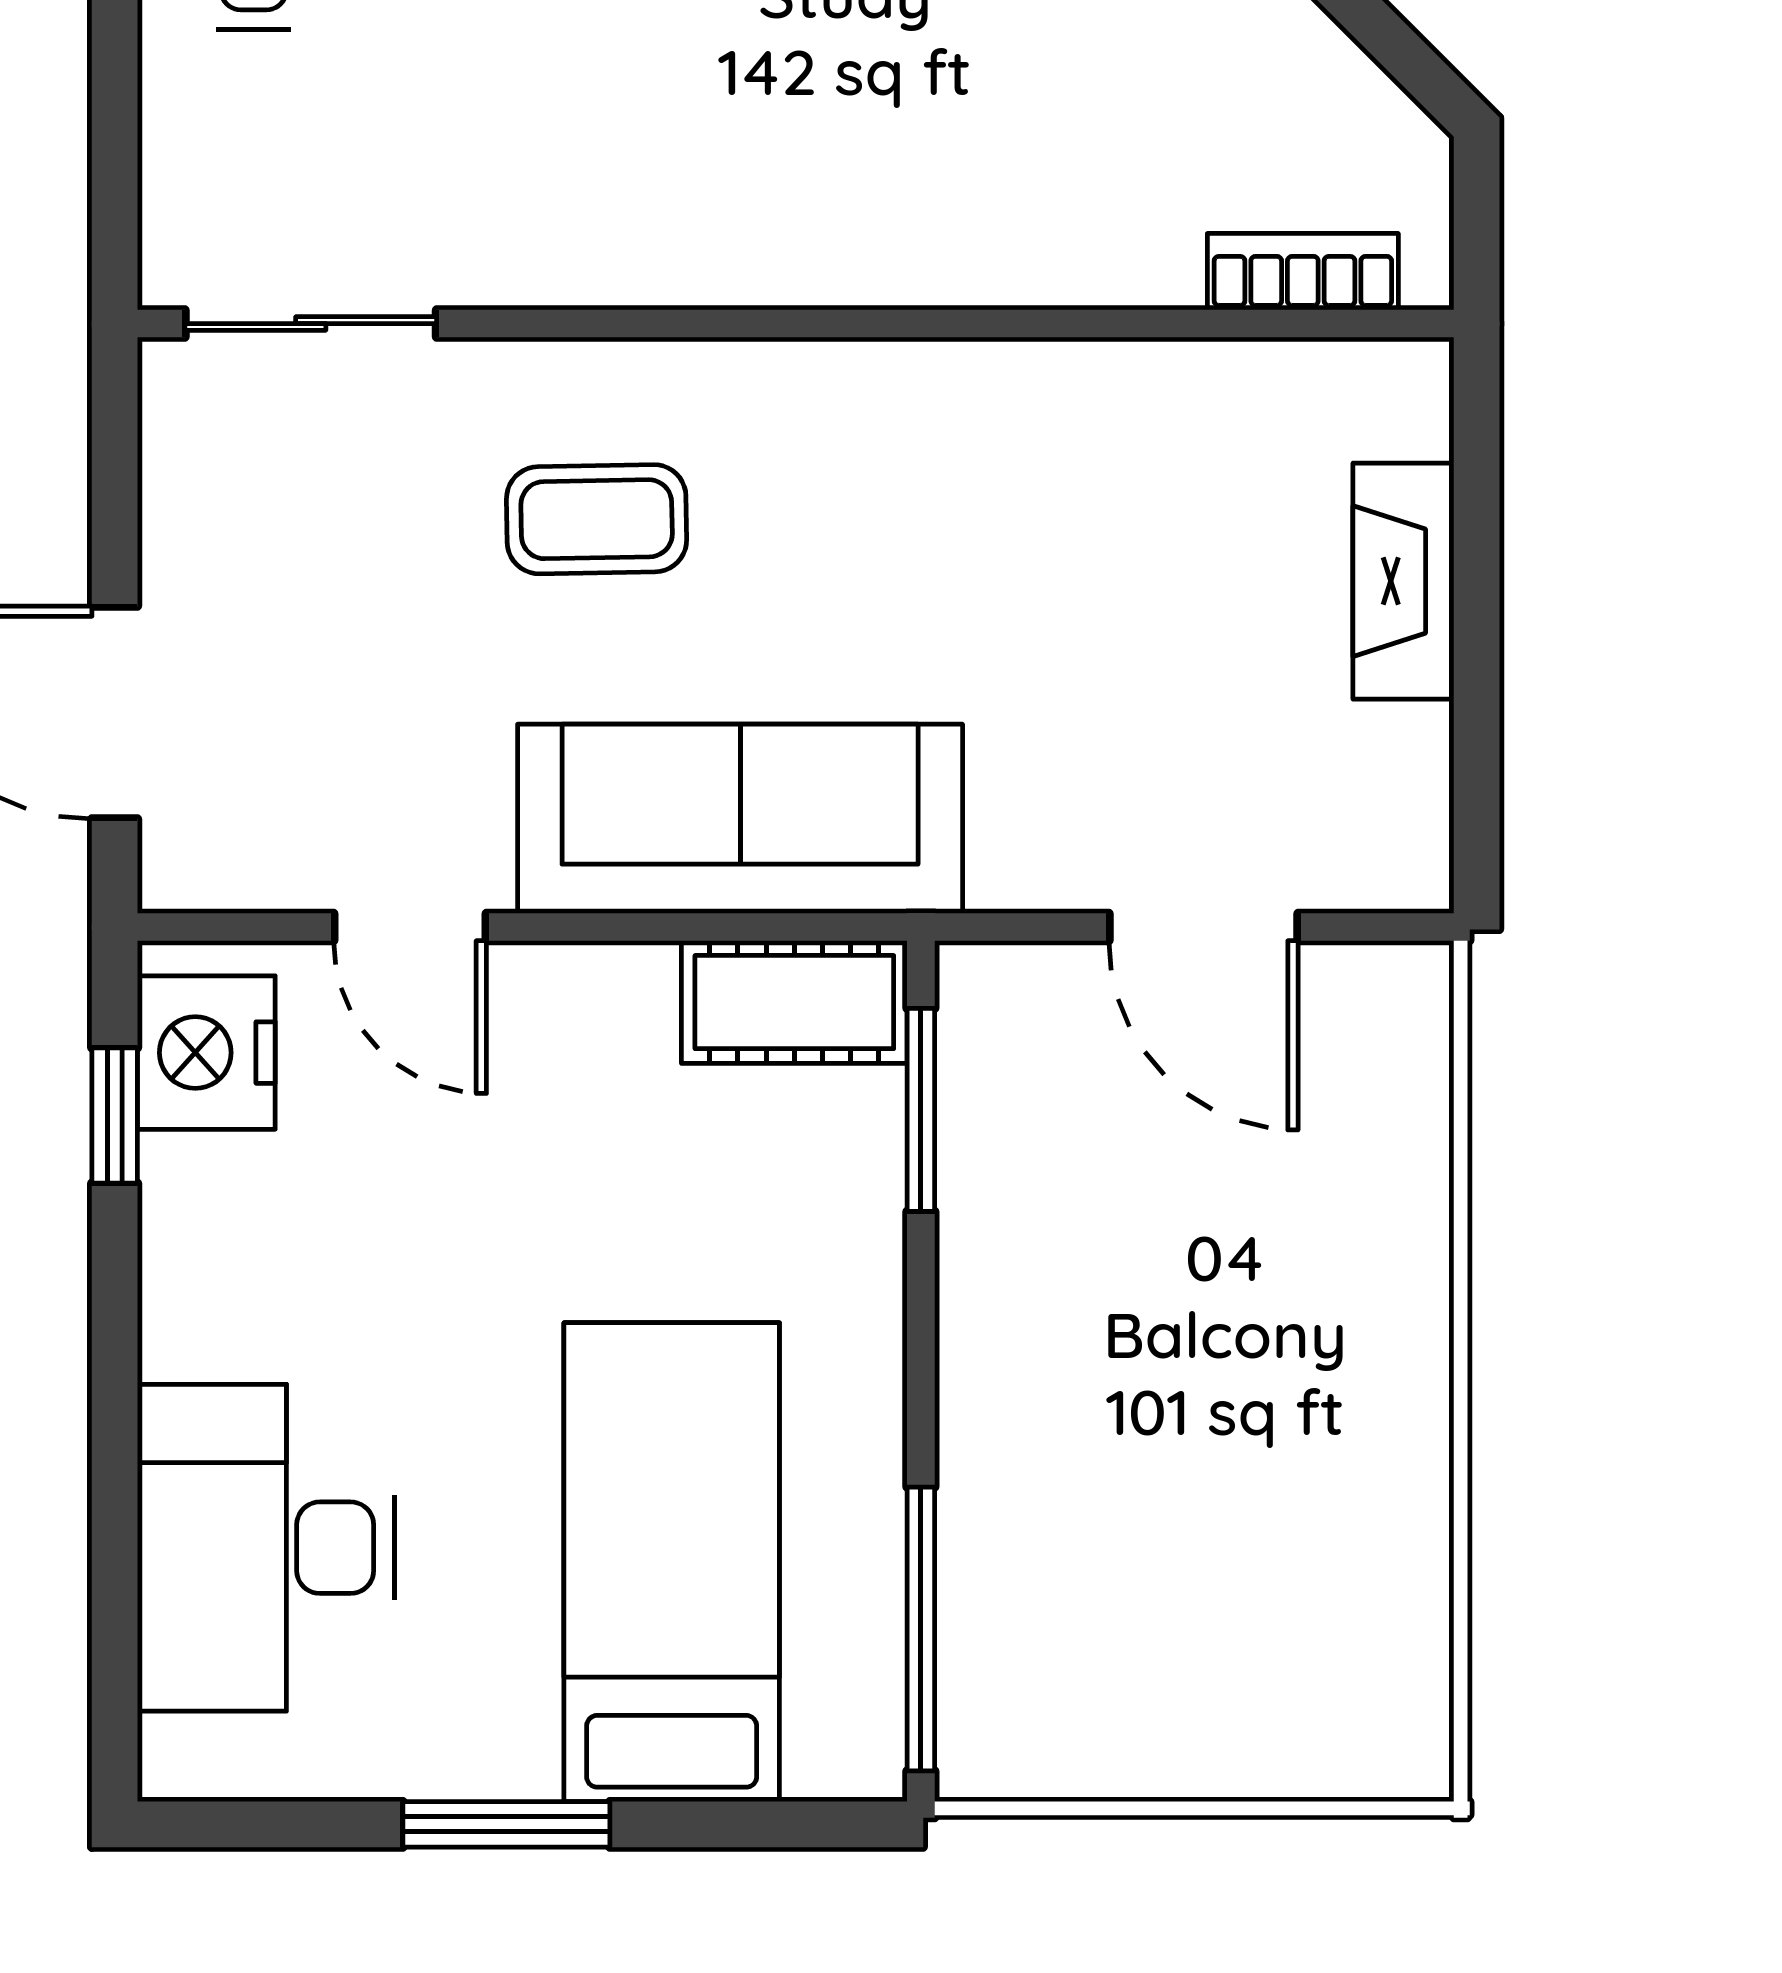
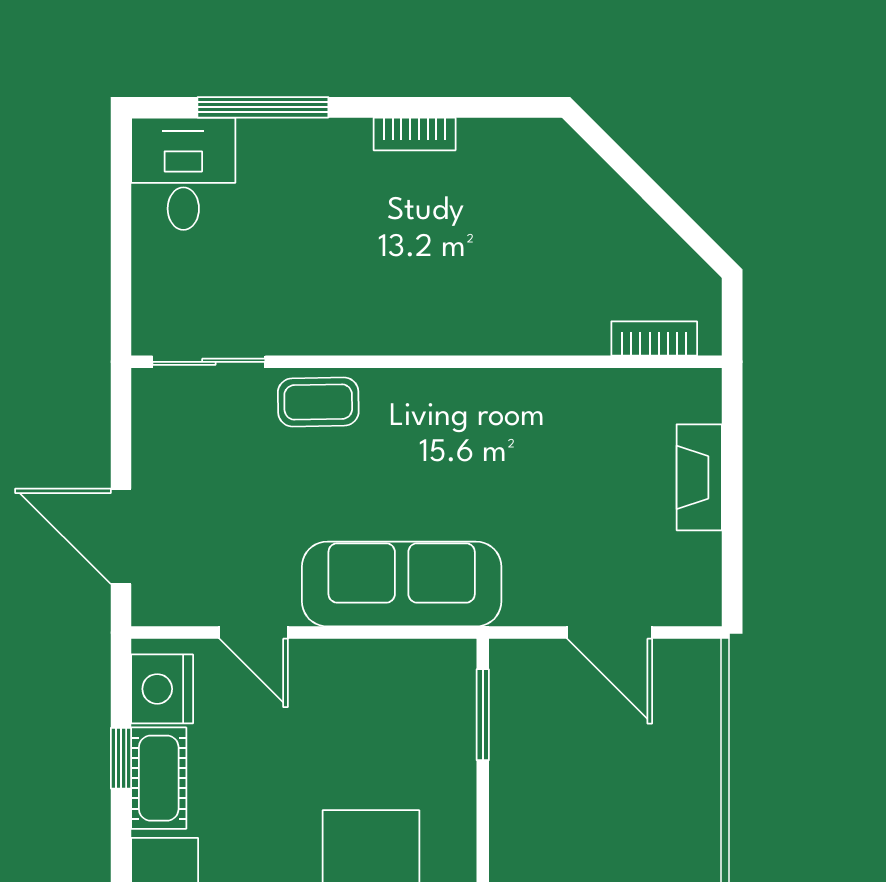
coffee table: (597, 519) -> (318, 402), moved
cot: (794, 1002) -> (159, 778), moved, turned 90
window: (115, 1116) -> (121, 758), moved

